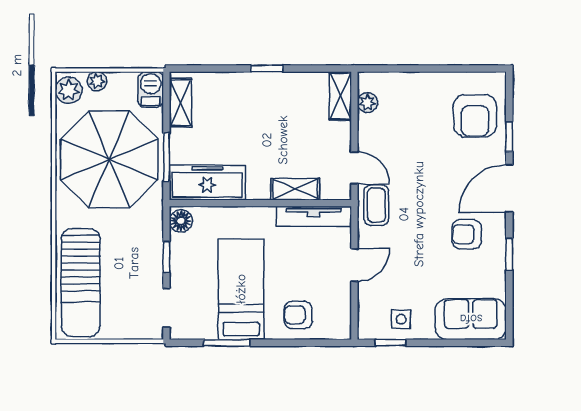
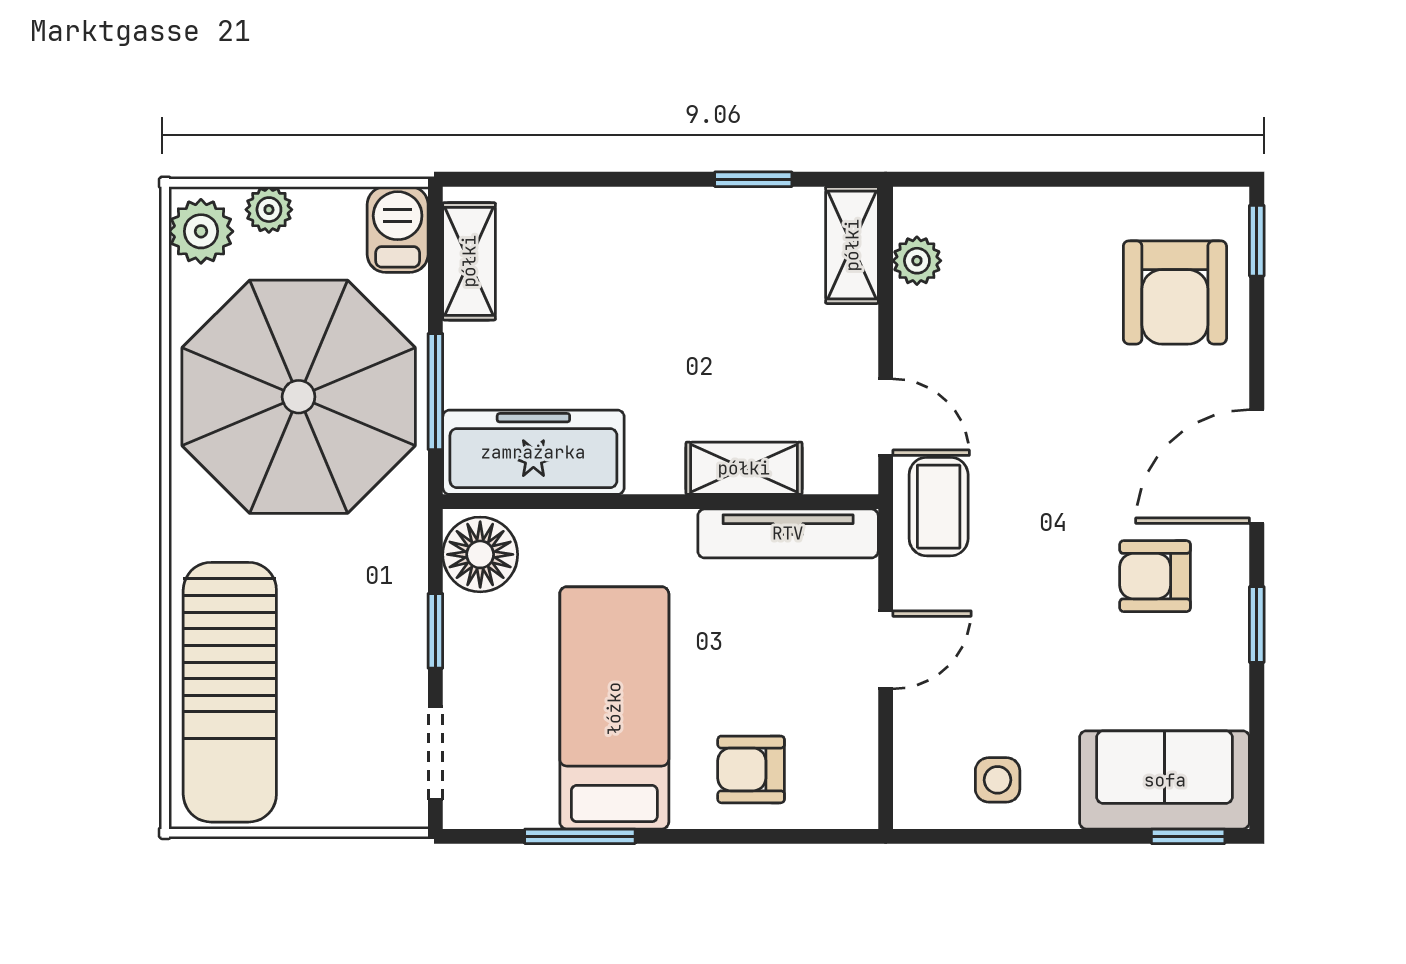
window: (267, 69) -> (753, 179), moved
window: (509, 137) -> (1257, 241), moved
floor lamp: (181, 221) -> (480, 554), width x1.38, depth x1.38
window: (391, 343) -> (1188, 836), moved

